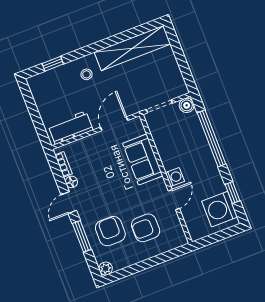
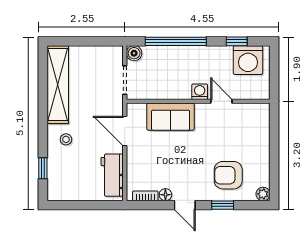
armchair: (146, 228) -> (238, 140), removed
window: (82, 236) -> (223, 205), width x0.67

